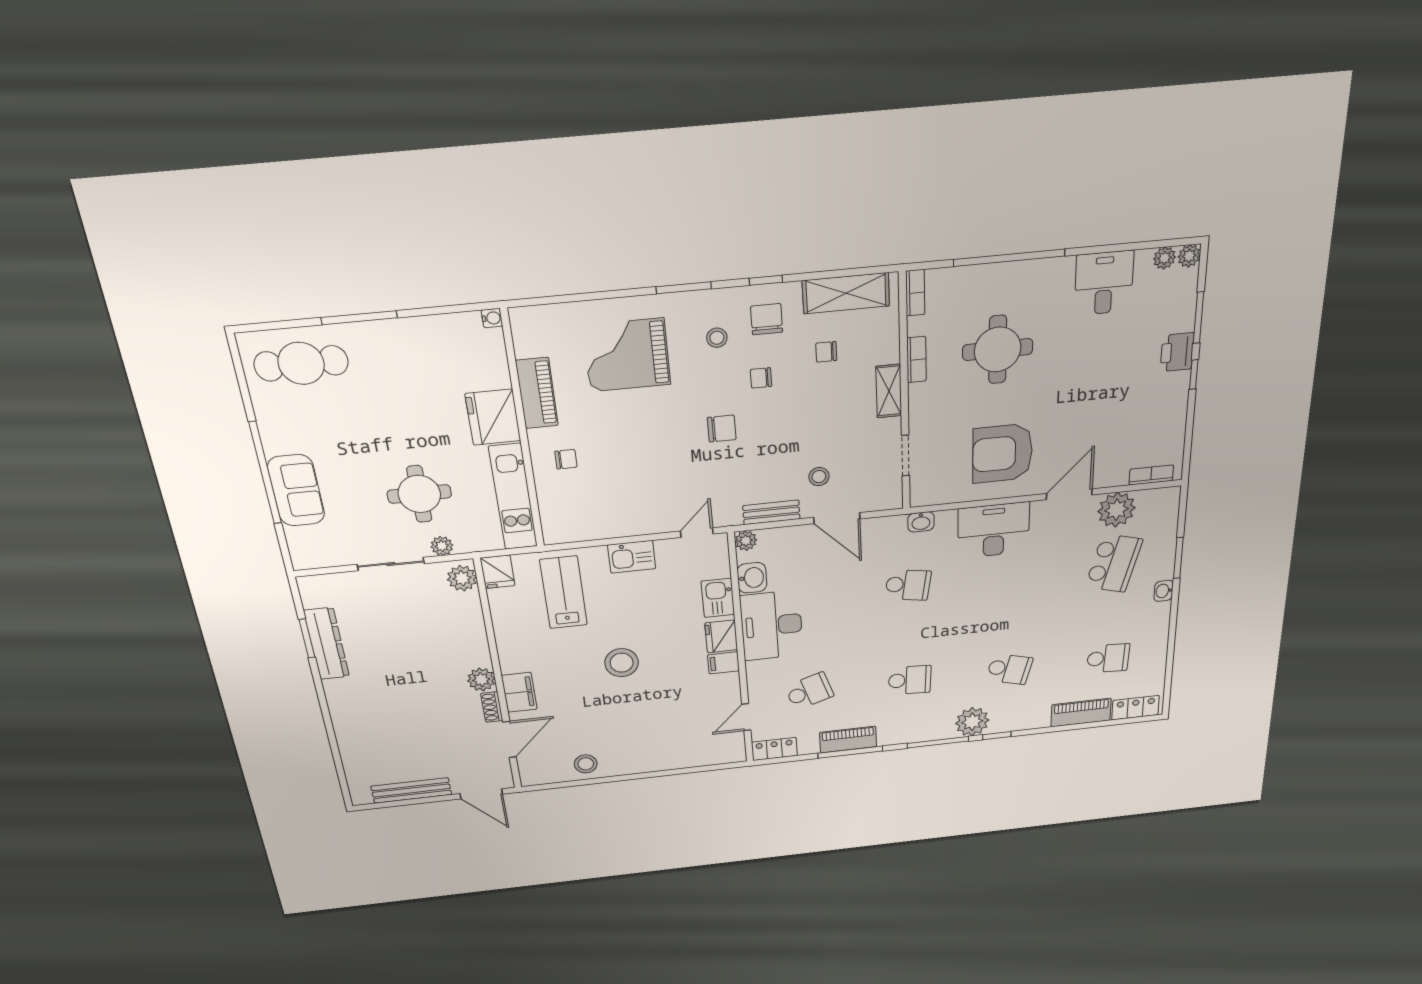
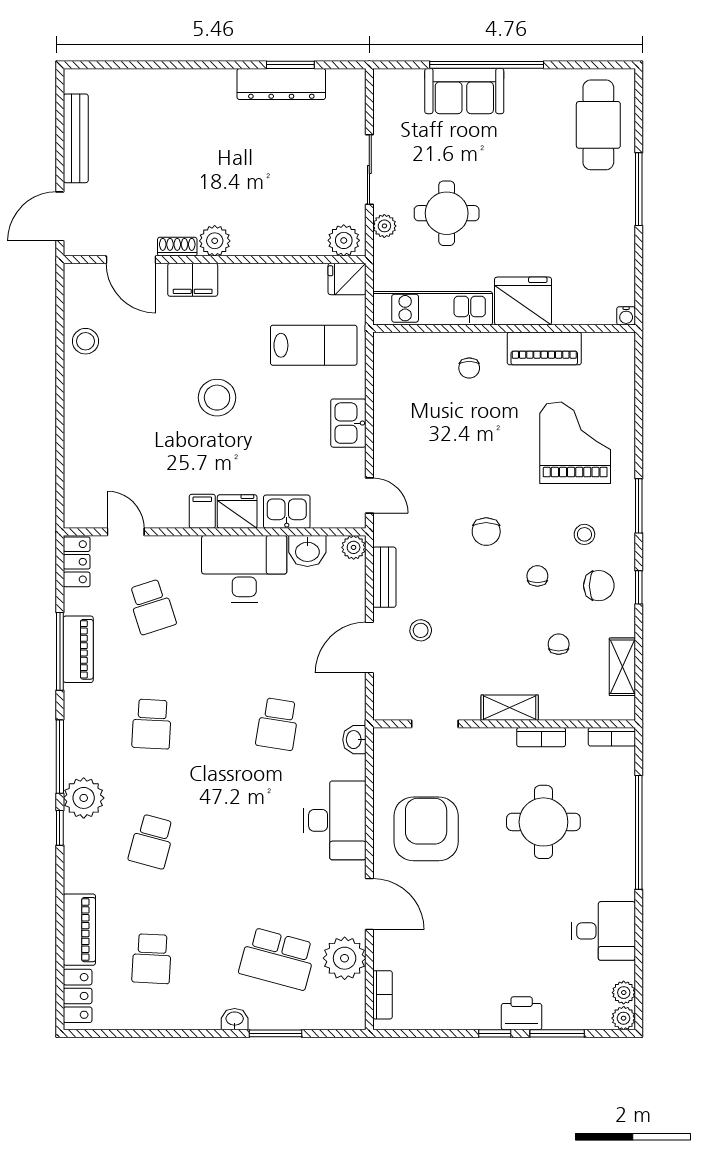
shelving: (846, 293) -> (622, 667), width x0.67, depth x0.75

